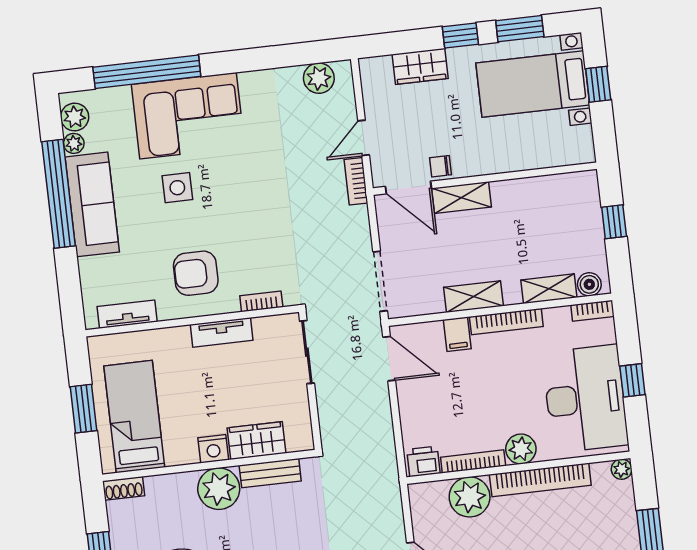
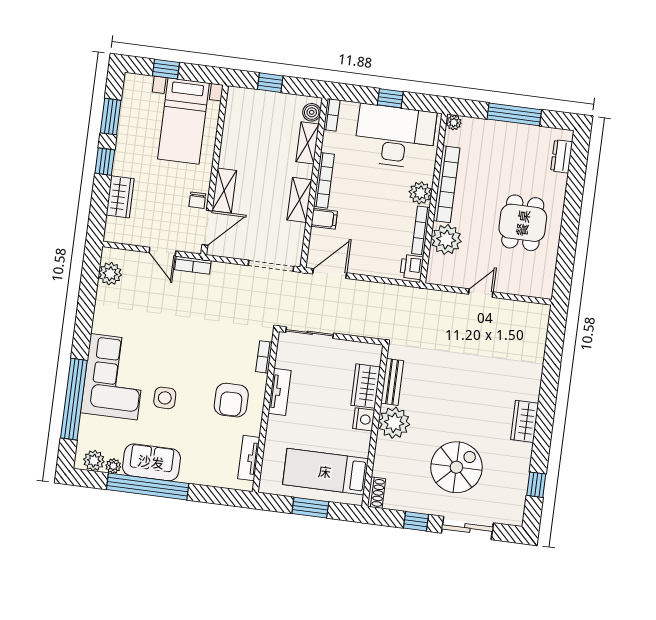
bed with nightstands: (533, 84) -> (184, 121), moved
sofa: (92, 204) -> (151, 462), width x0.73

